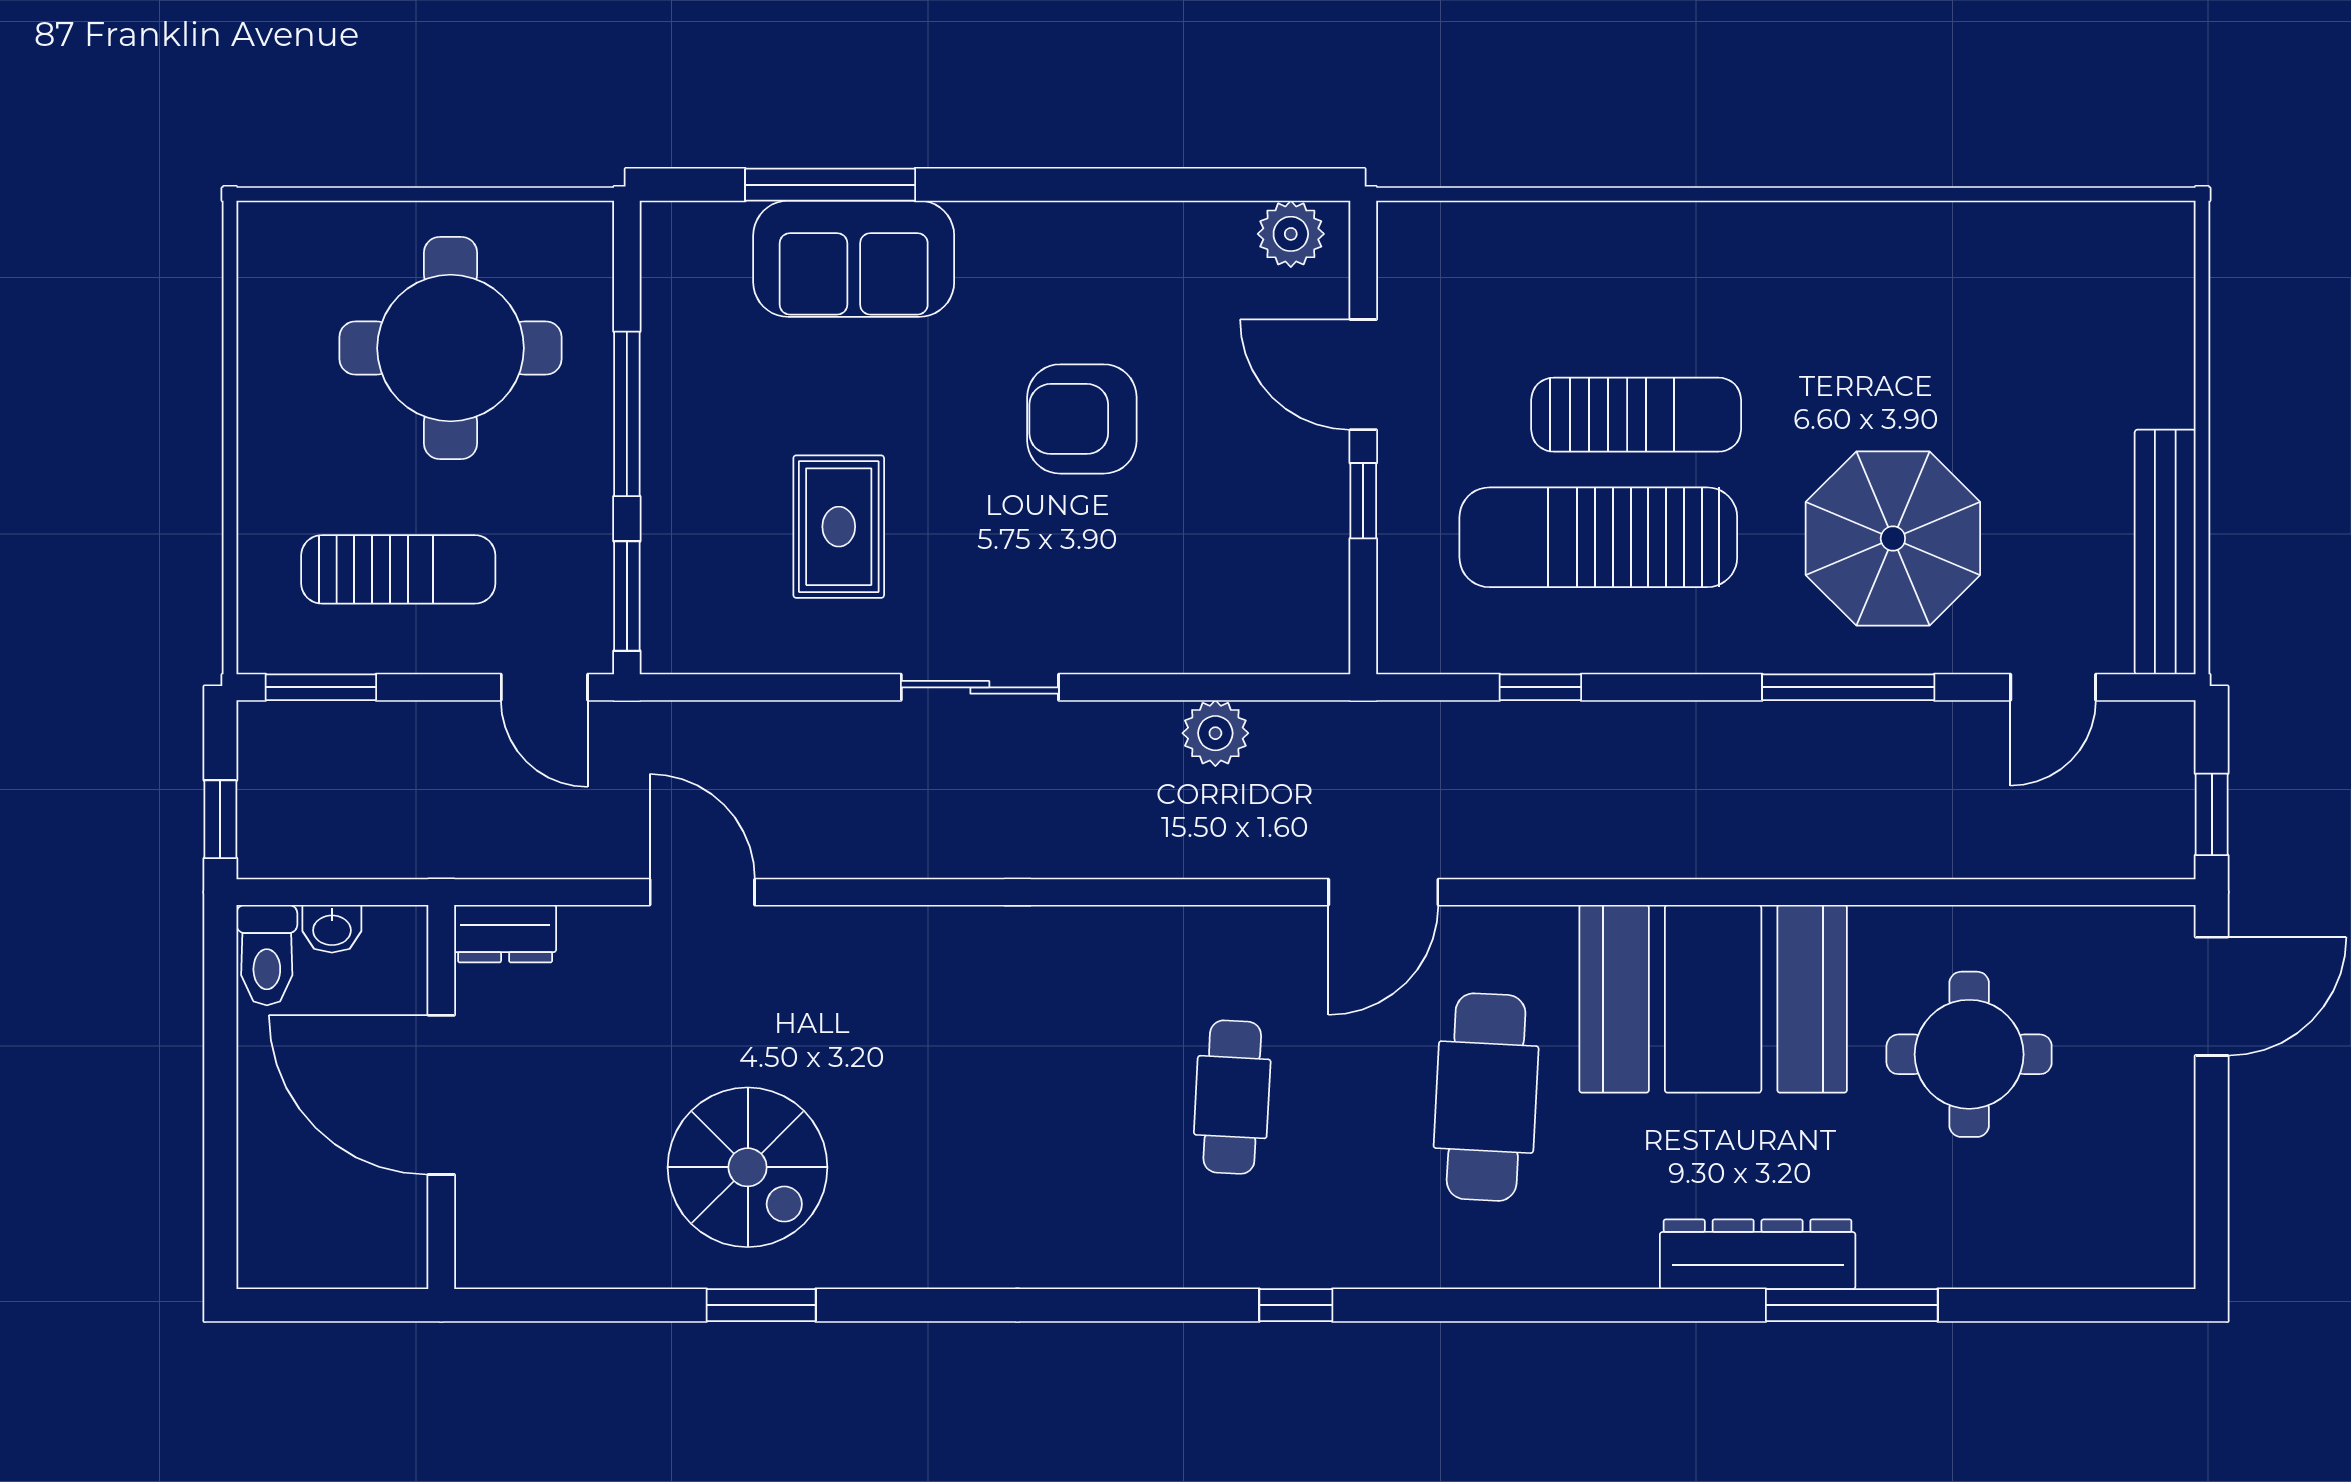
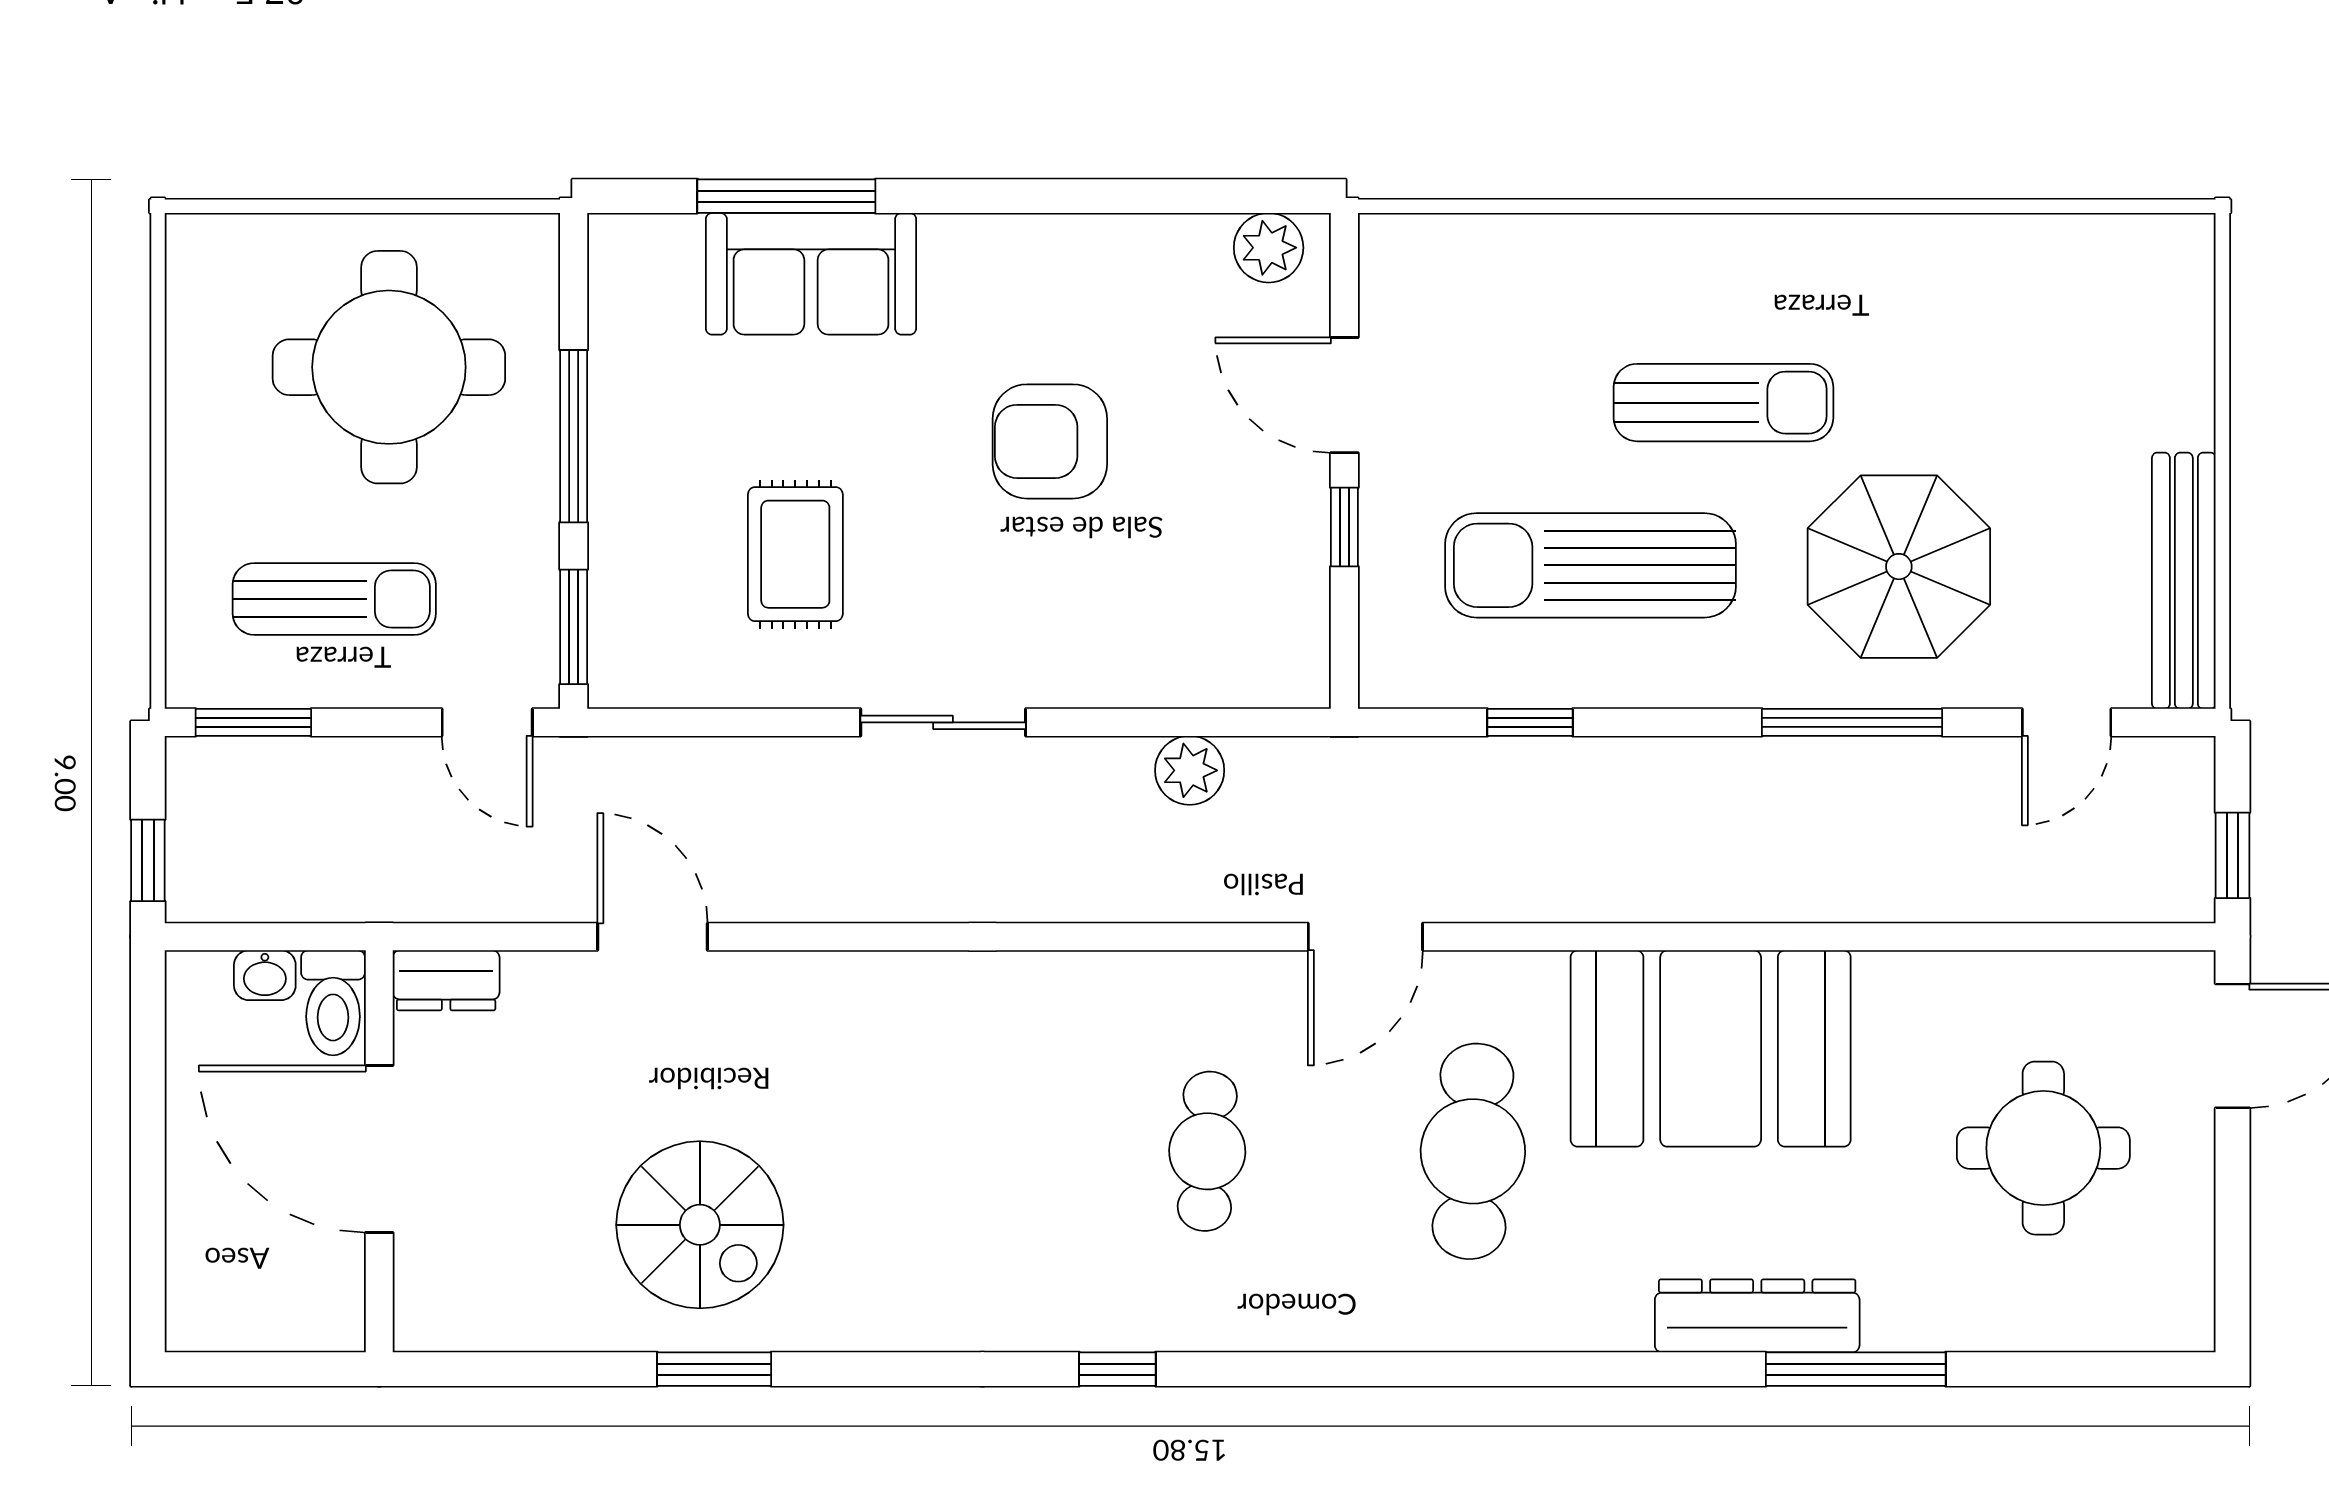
sun lounger: (1636, 415) -> (1723, 403), moved
toilet: (267, 955) -> (333, 1003), moved
round table: (1969, 1054) -> (2043, 1148), moved
window: (1296, 1305) -> (1117, 1369), moved

